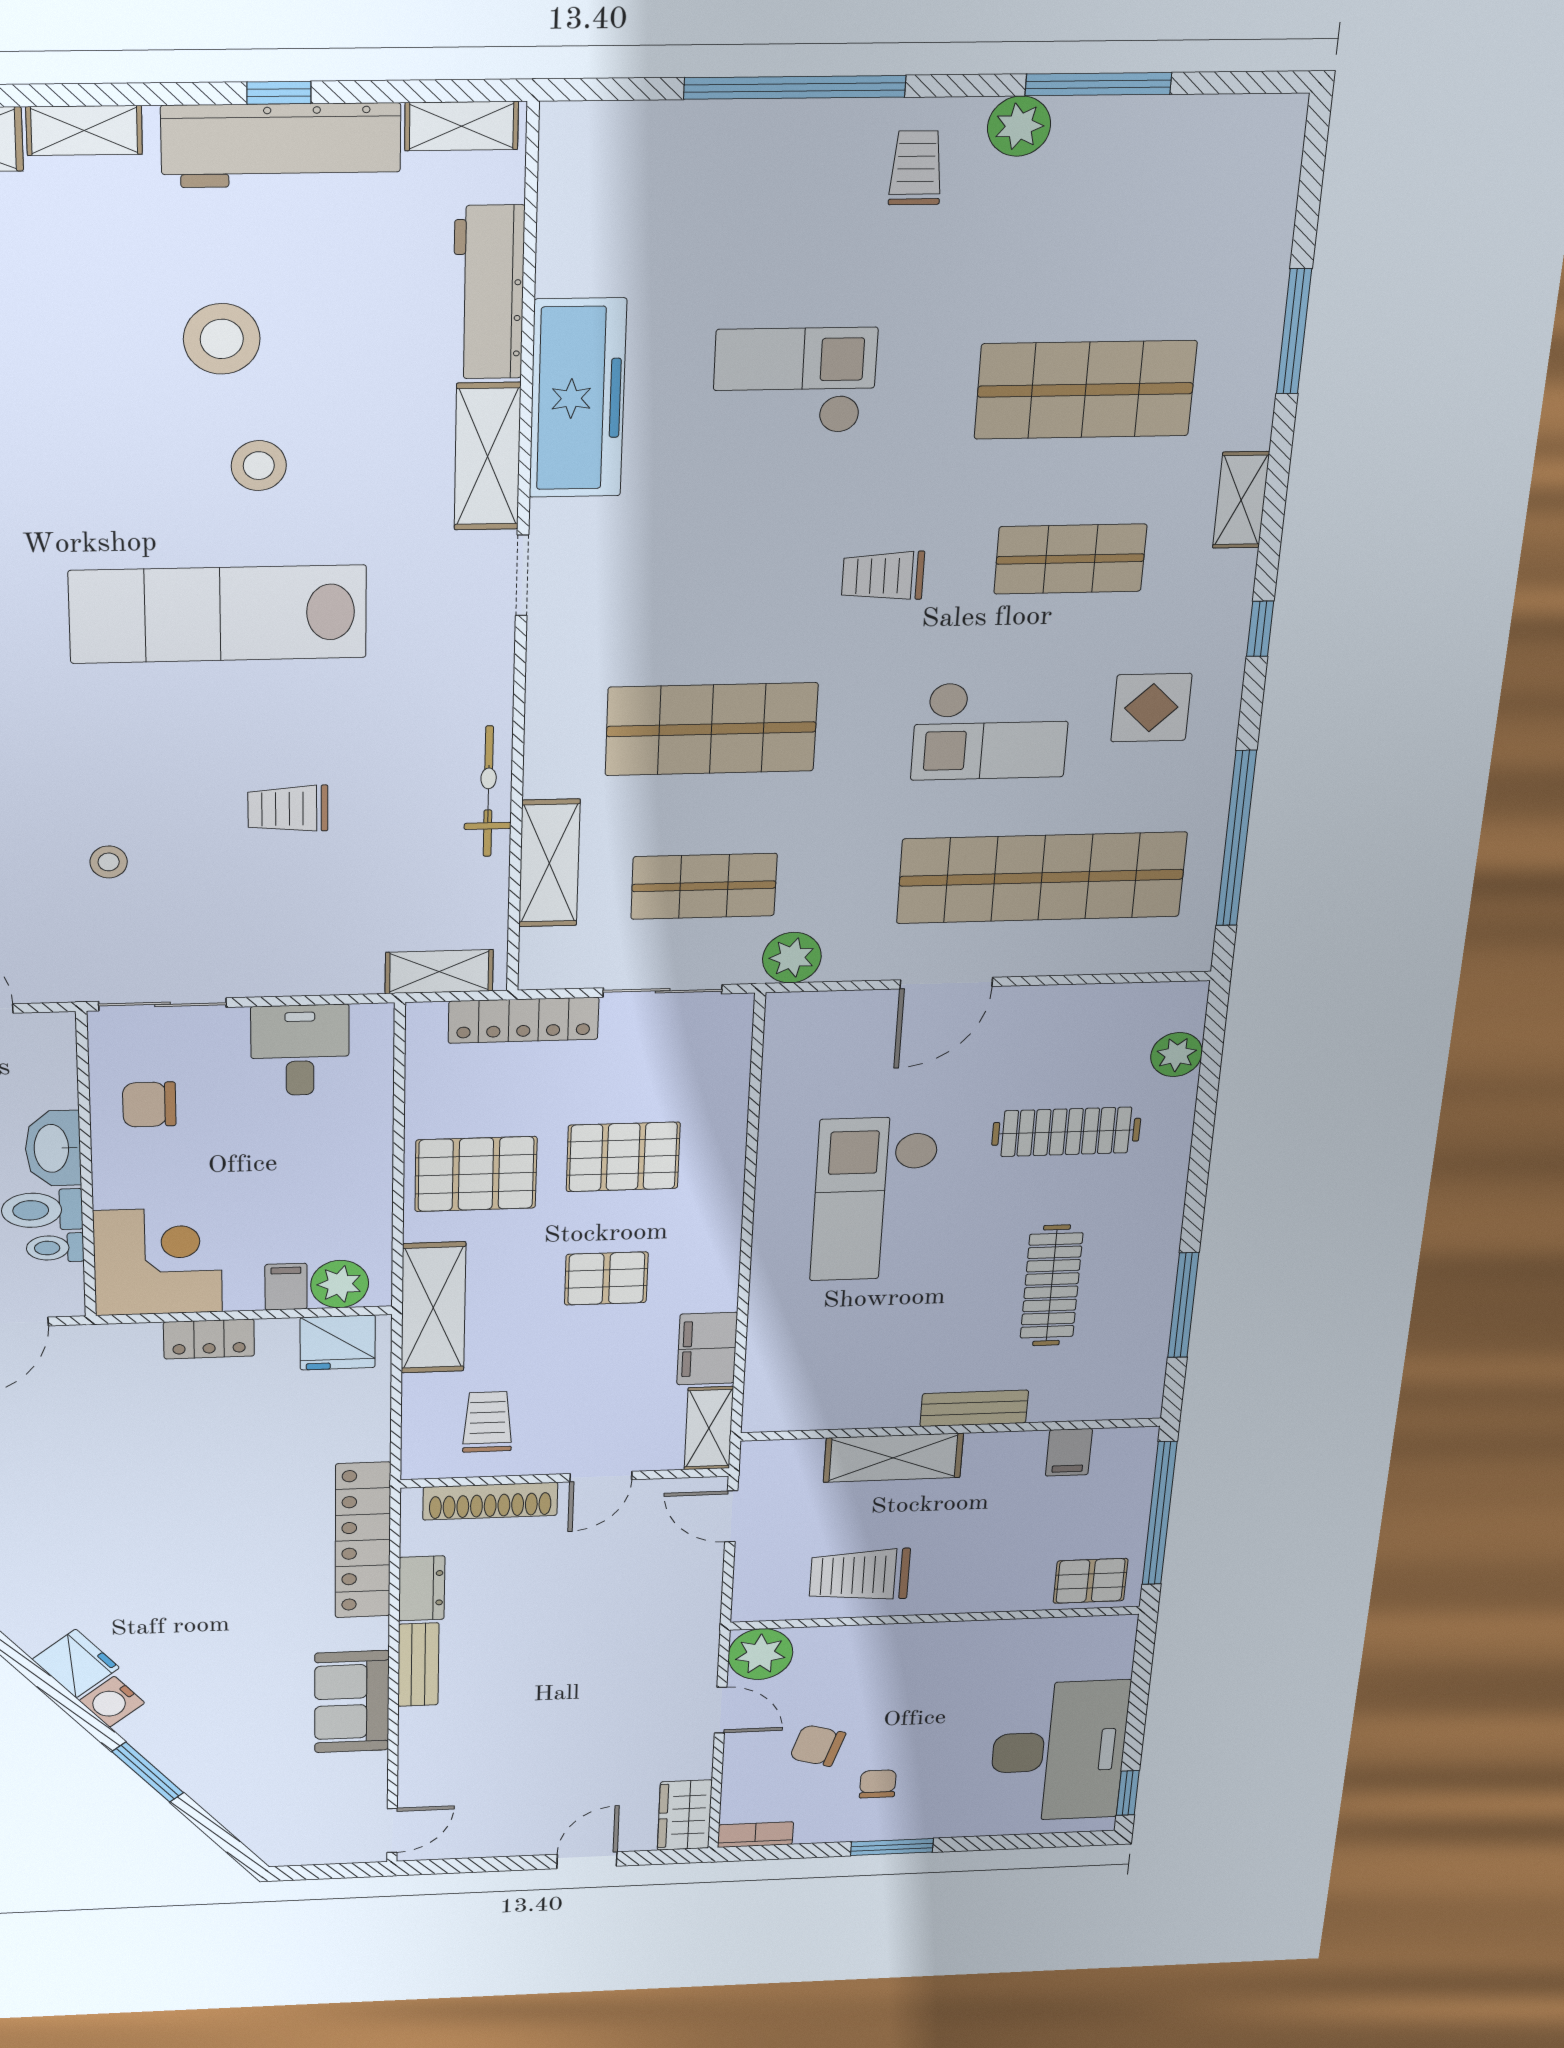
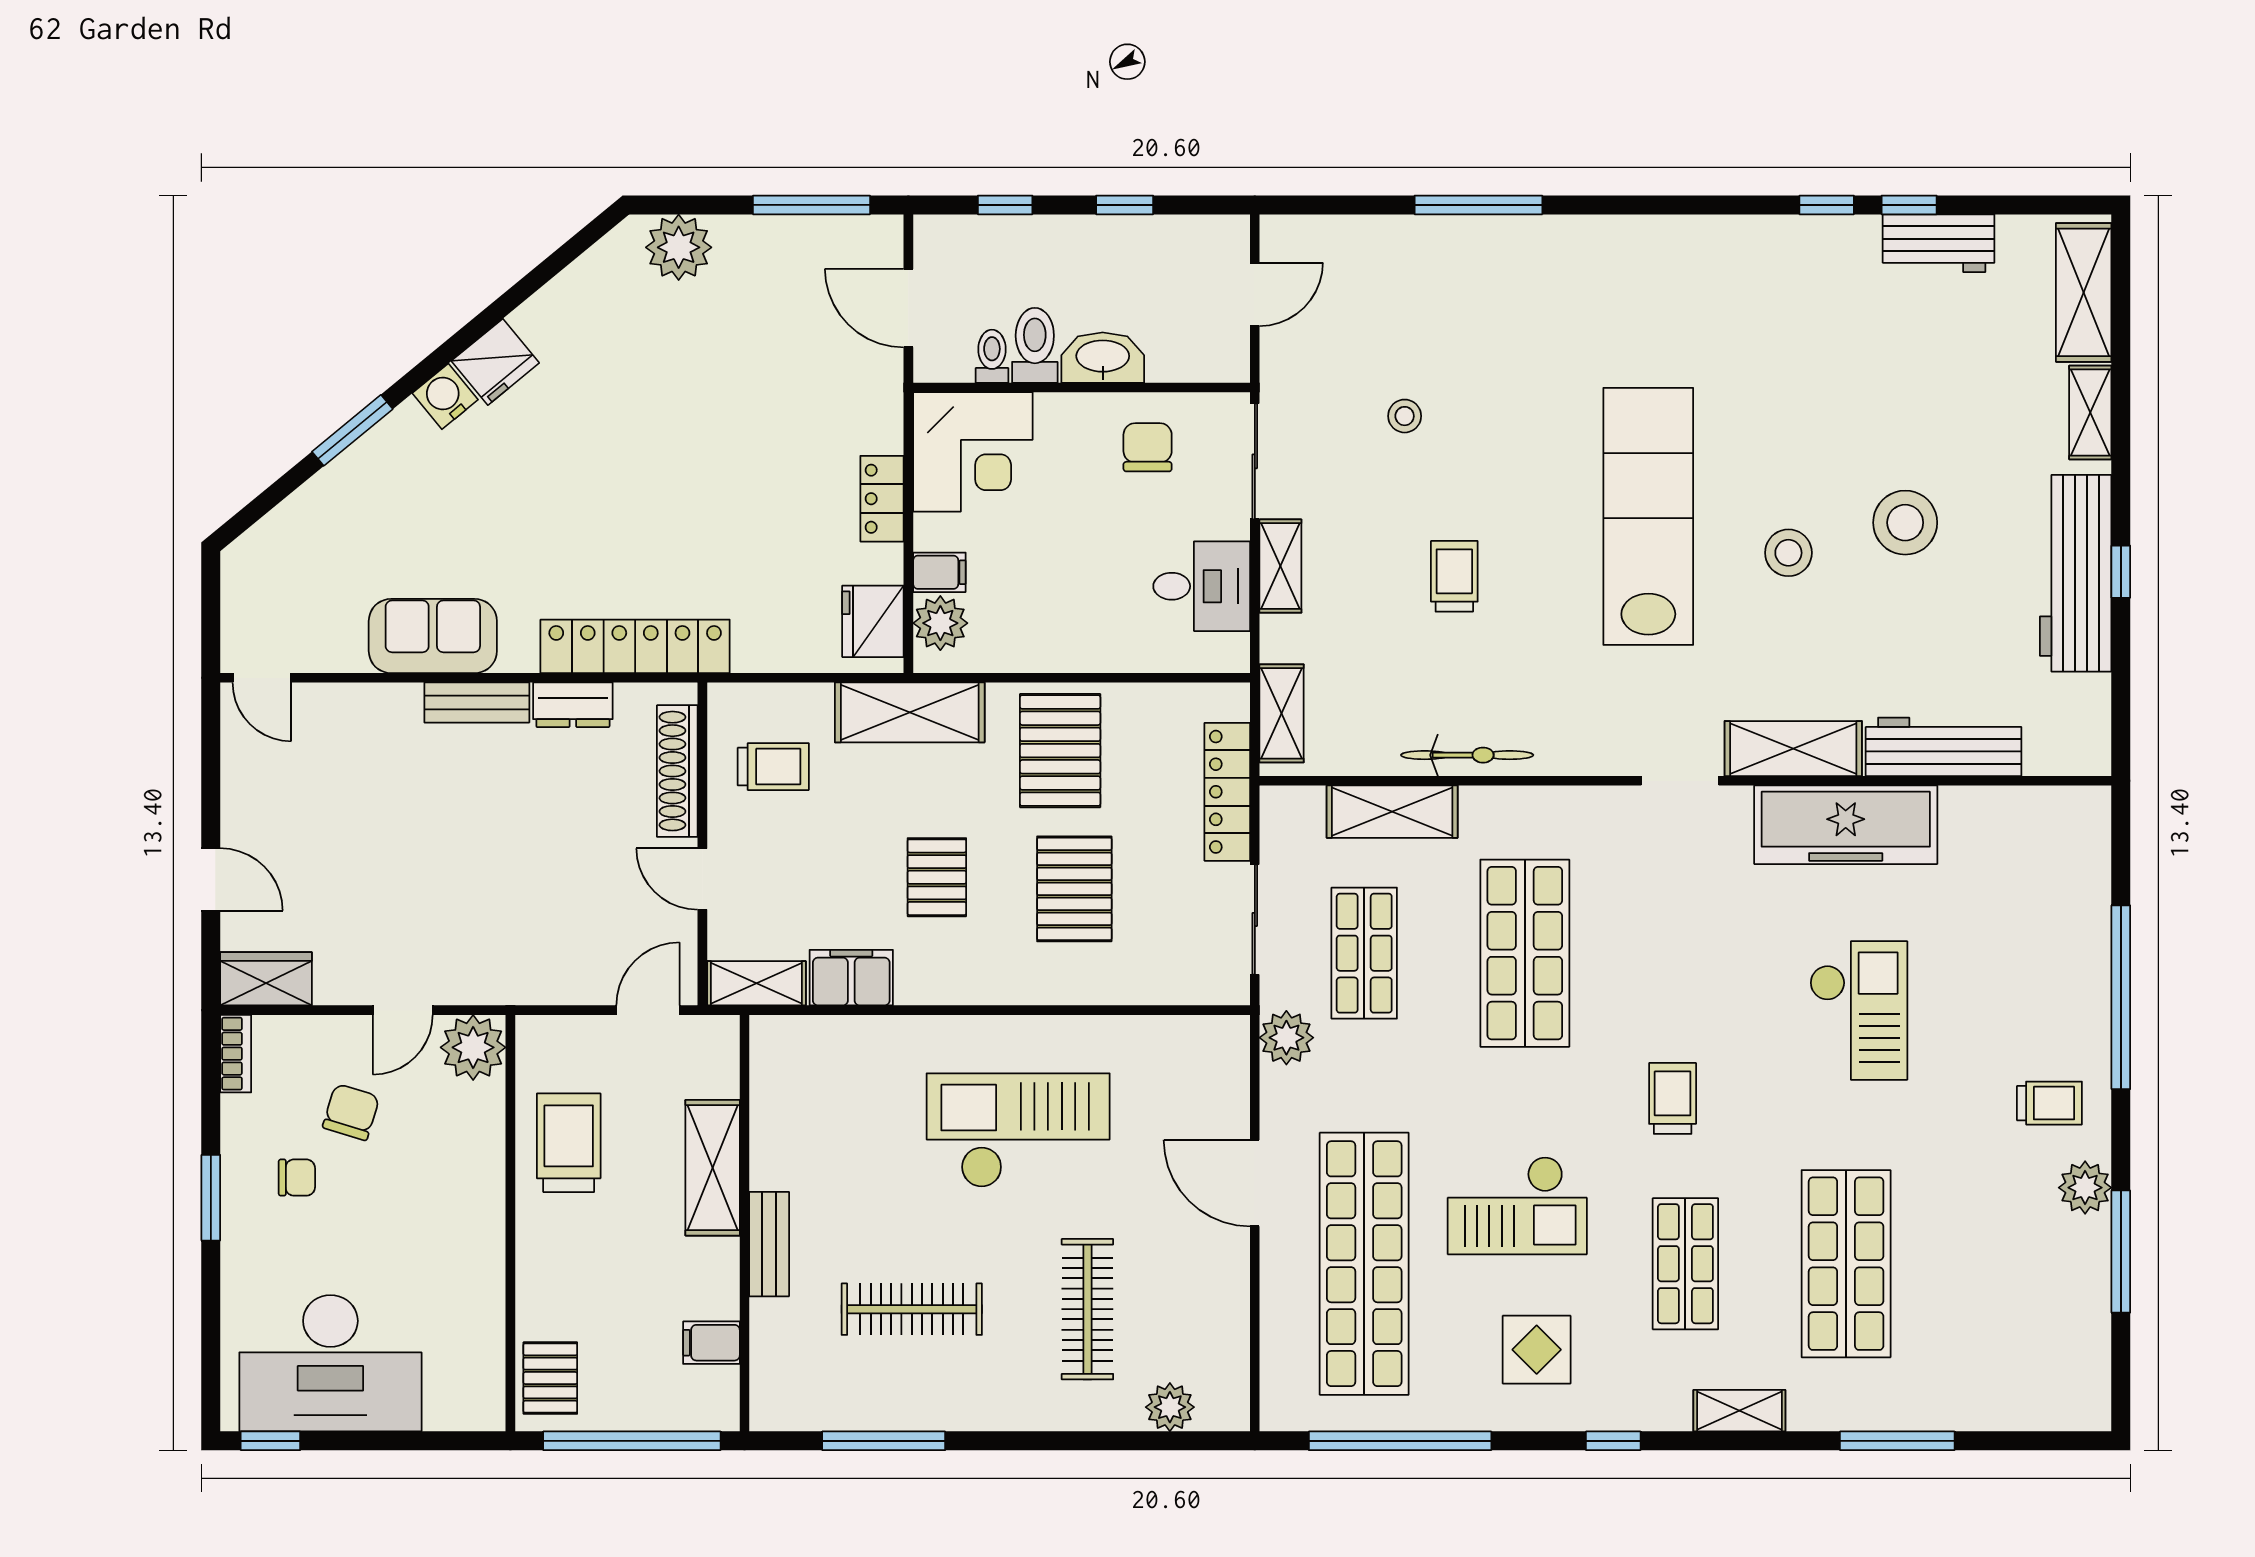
shelving: (462, 126) -> (1280, 566), moved
checkout: (991, 730) -> (1517, 1205), turned -90

